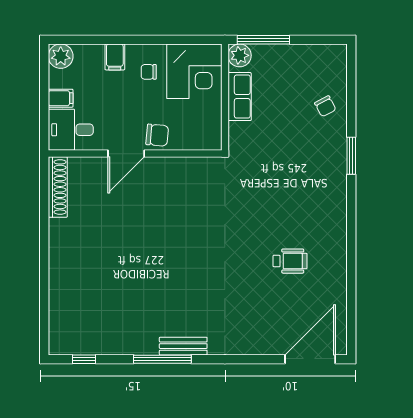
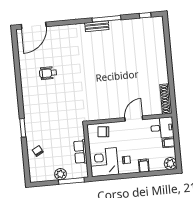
plant: (240, 55) -> (61, 174), moved
chair: (157, 135) -> (103, 132), moved

